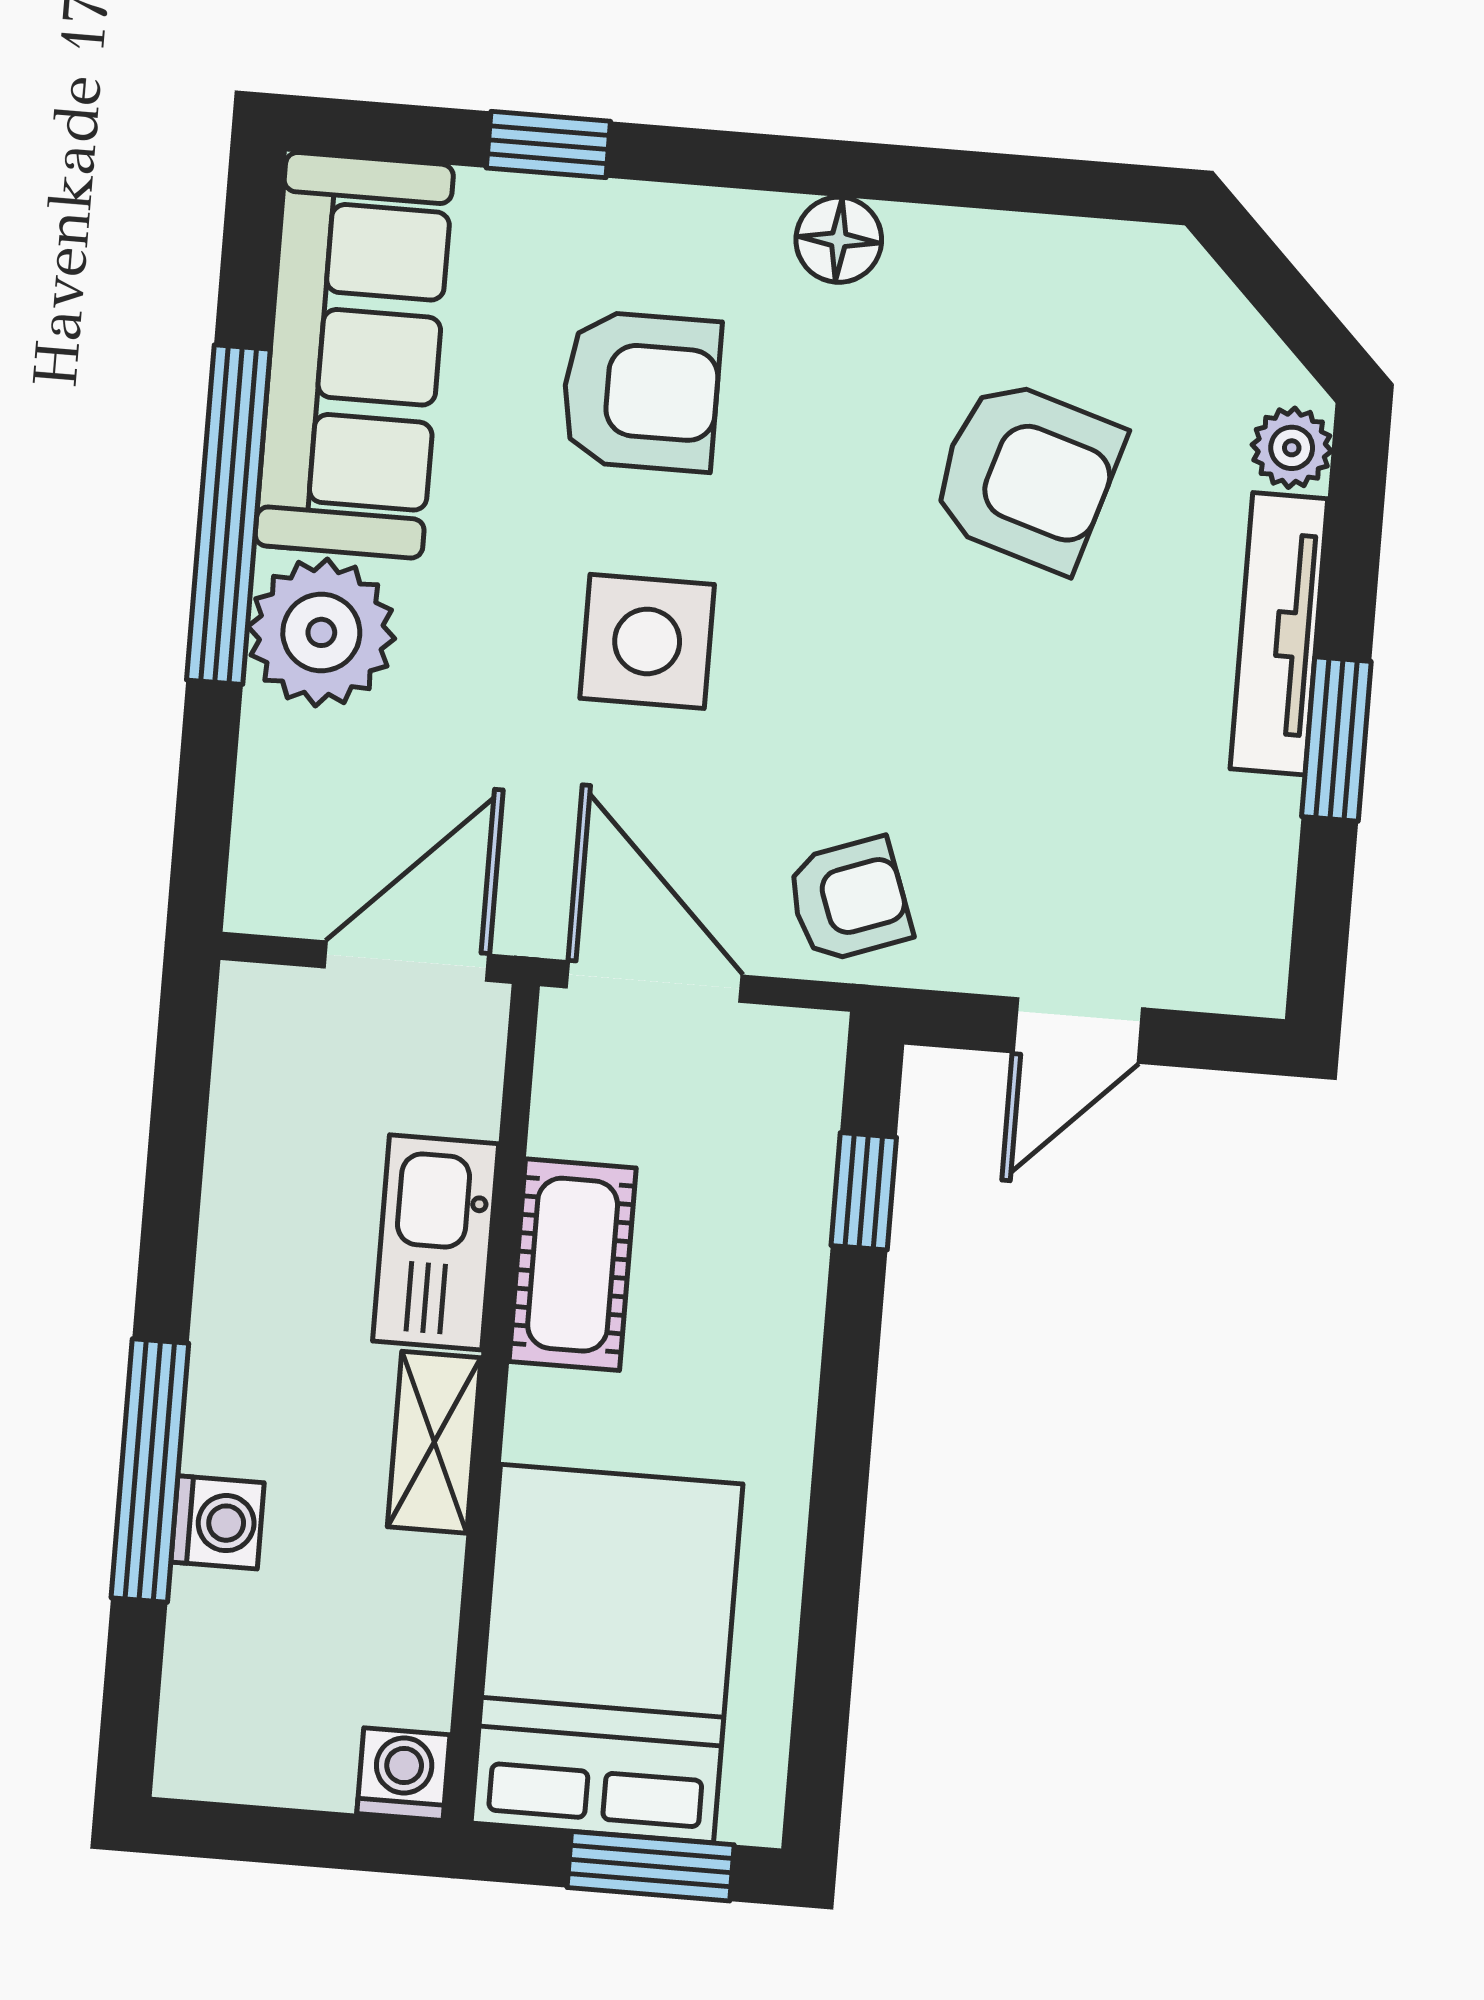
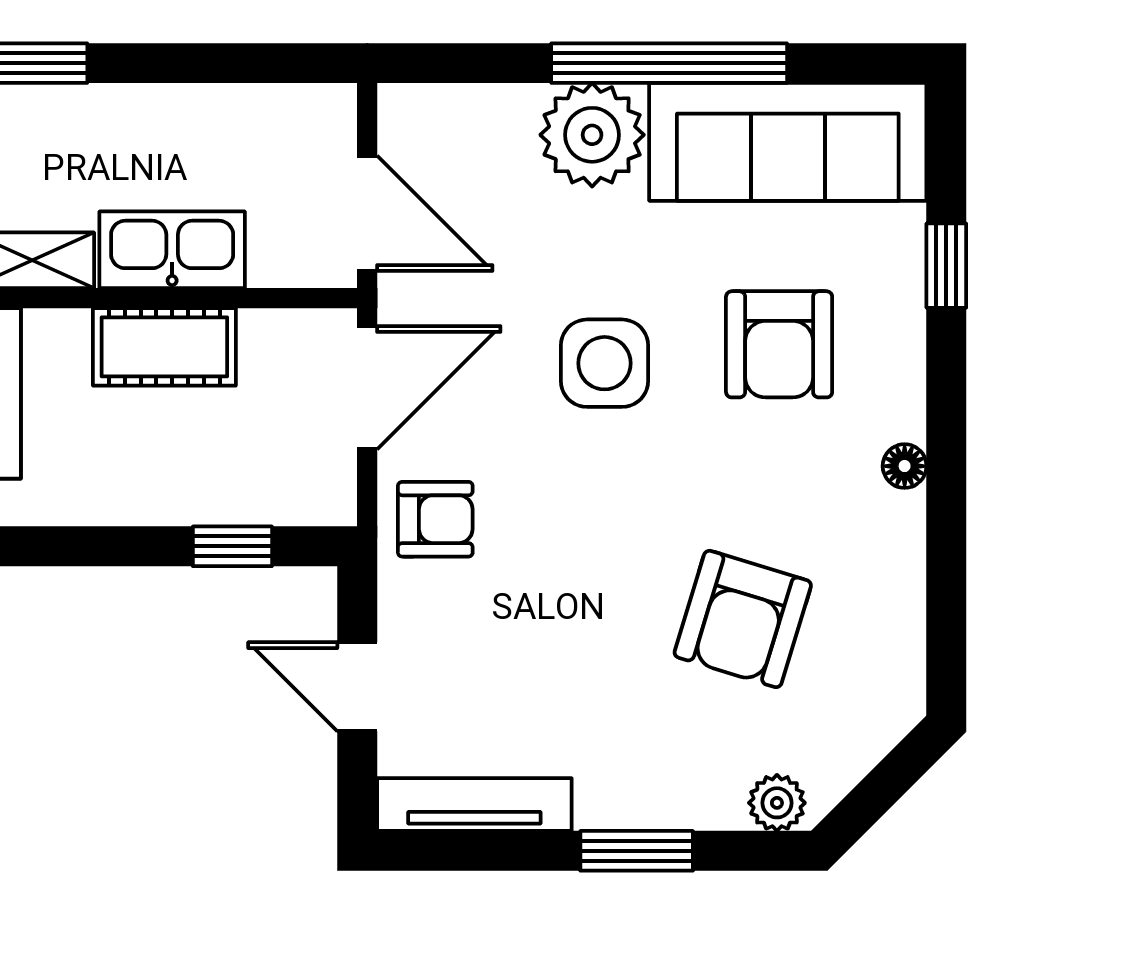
floor lamp: (839, 240) -> (905, 466), width x0.73, depth x0.73
tv unit: (1279, 634) -> (474, 805), moved
window: (1336, 739) -> (637, 851), moved
armchair: (849, 900) -> (435, 519), turned -70

